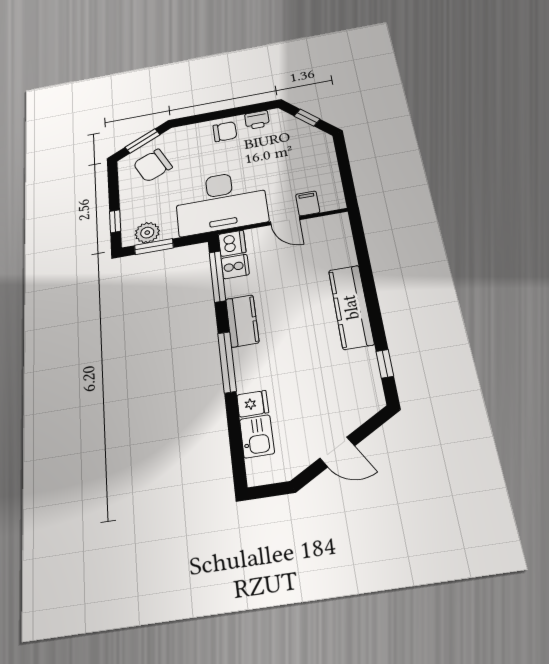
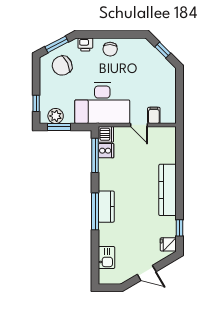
printer: (257, 120) -> (85, 44), moved
chair: (225, 132) -> (110, 49), turned 94
kitchen counter: (242, 321) -> (106, 207), moved
fridge: (253, 404) -> (168, 244), moved, turned 180

